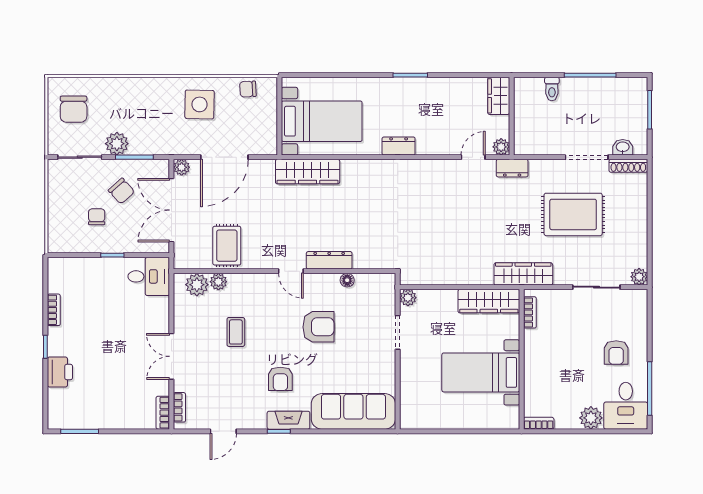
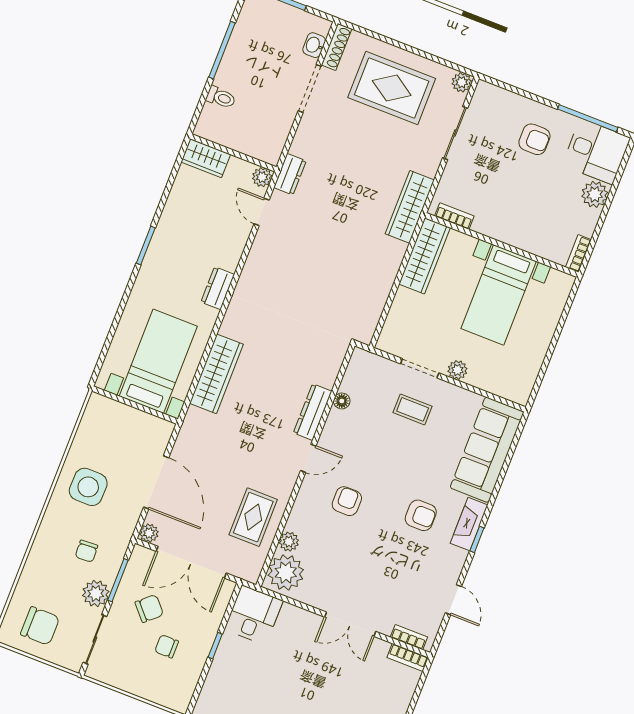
chair: (248, 89) -> (86, 551), moved
wardrobe: (308, 172) -> (216, 374), moved
rug: (573, 214) -> (392, 88), moved, turned 90
rug: (227, 246) -> (253, 517), turned 90
plant: (197, 285) -> (286, 573), width x1.36, depth x1.36
plant: (408, 298) -> (457, 370), moved
armchair: (318, 327) -> (347, 501), moved, width x0.72, depth x0.72
coffee table: (236, 332) -> (413, 409), moved

